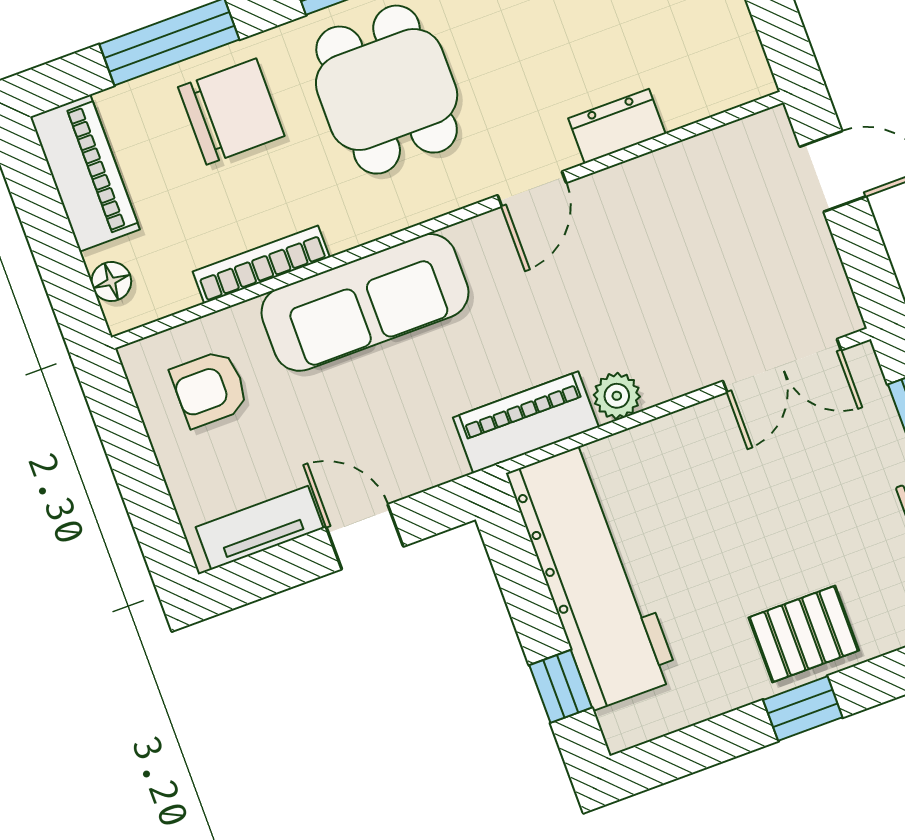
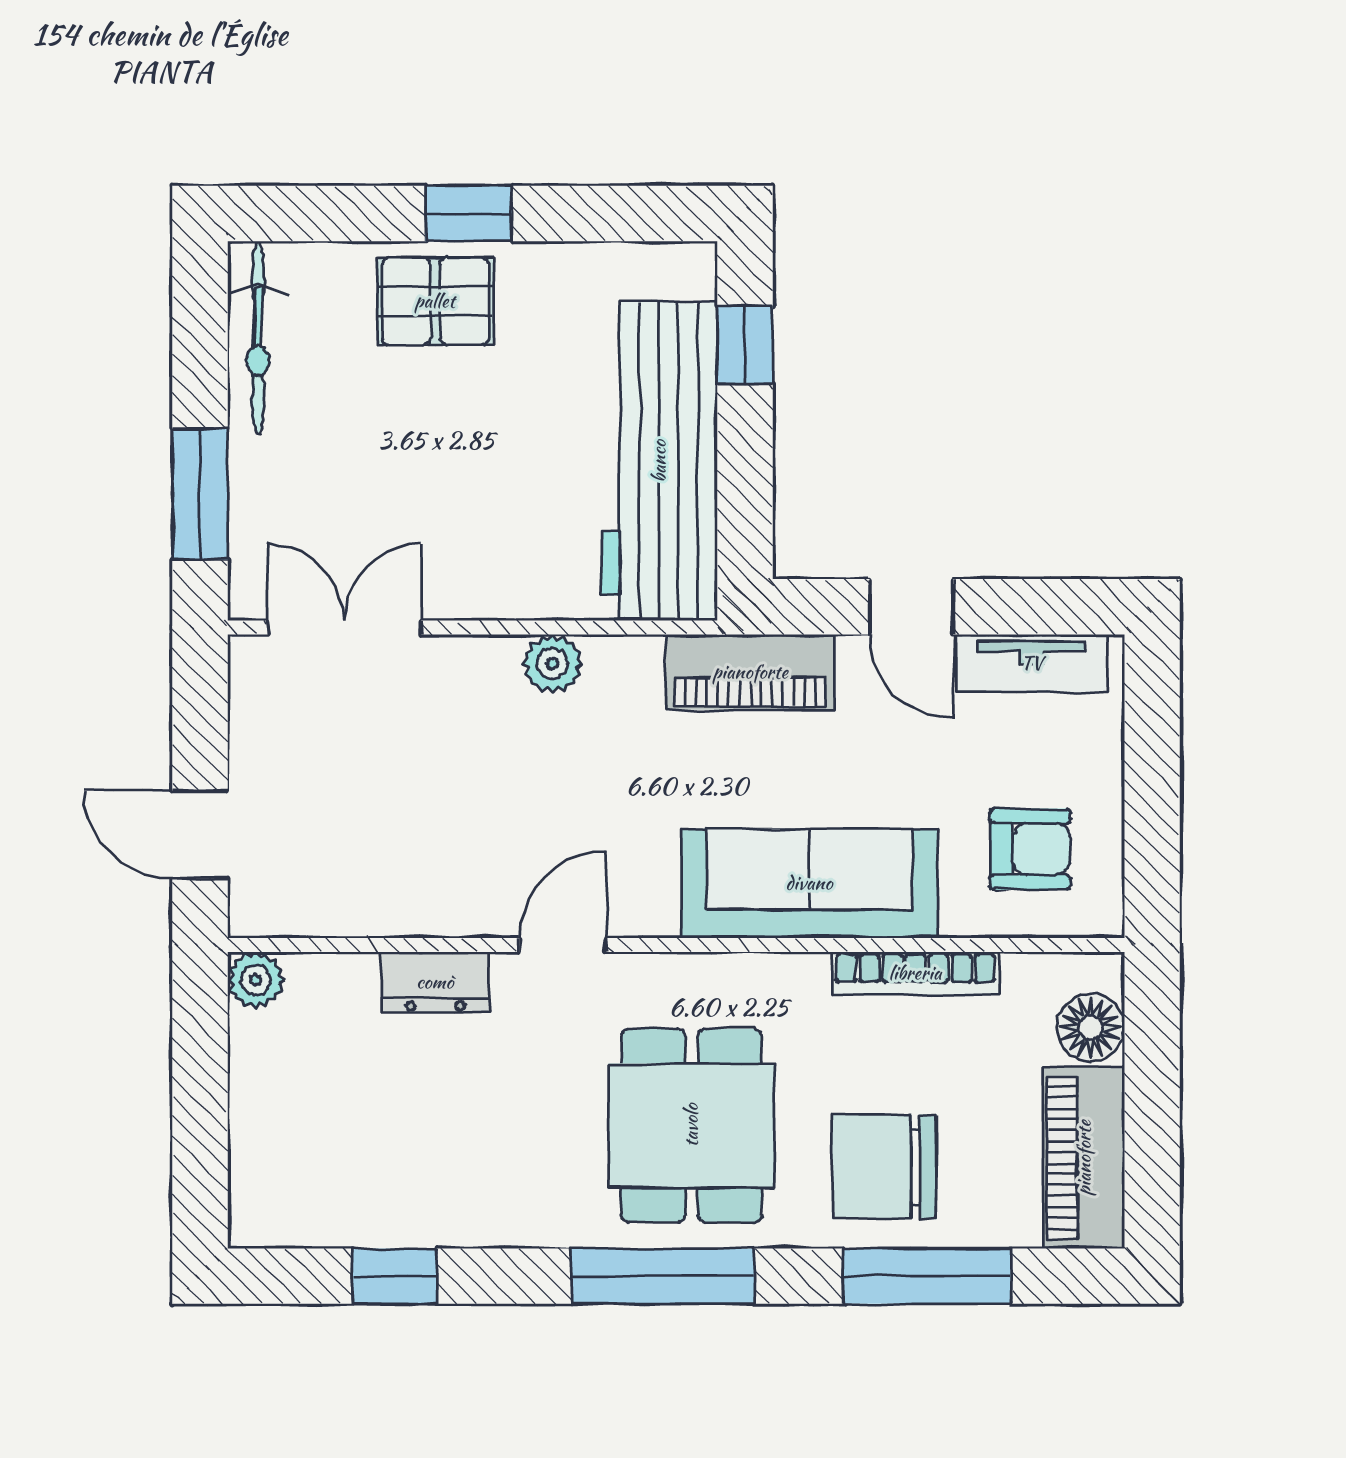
plant: (751, 78) -> (256, 980), added
floor lamp: (111, 281) -> (1091, 1028), width x1.37, depth x1.37
piano: (526, 422) -> (750, 672), moved

